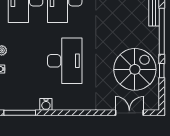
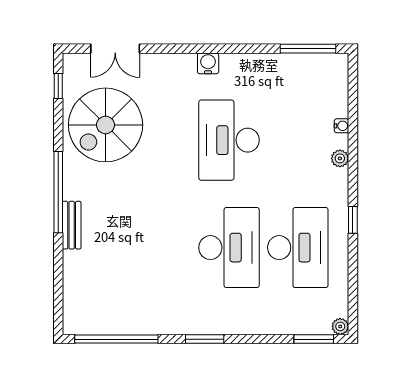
window: (162, 71) -> (58, 86), moved
water cooler: (46, 104) -> (208, 63), moved

